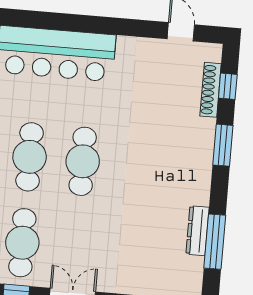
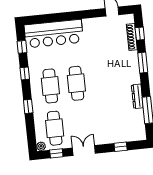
dresser: (198, 231) -> (137, 96), moved

